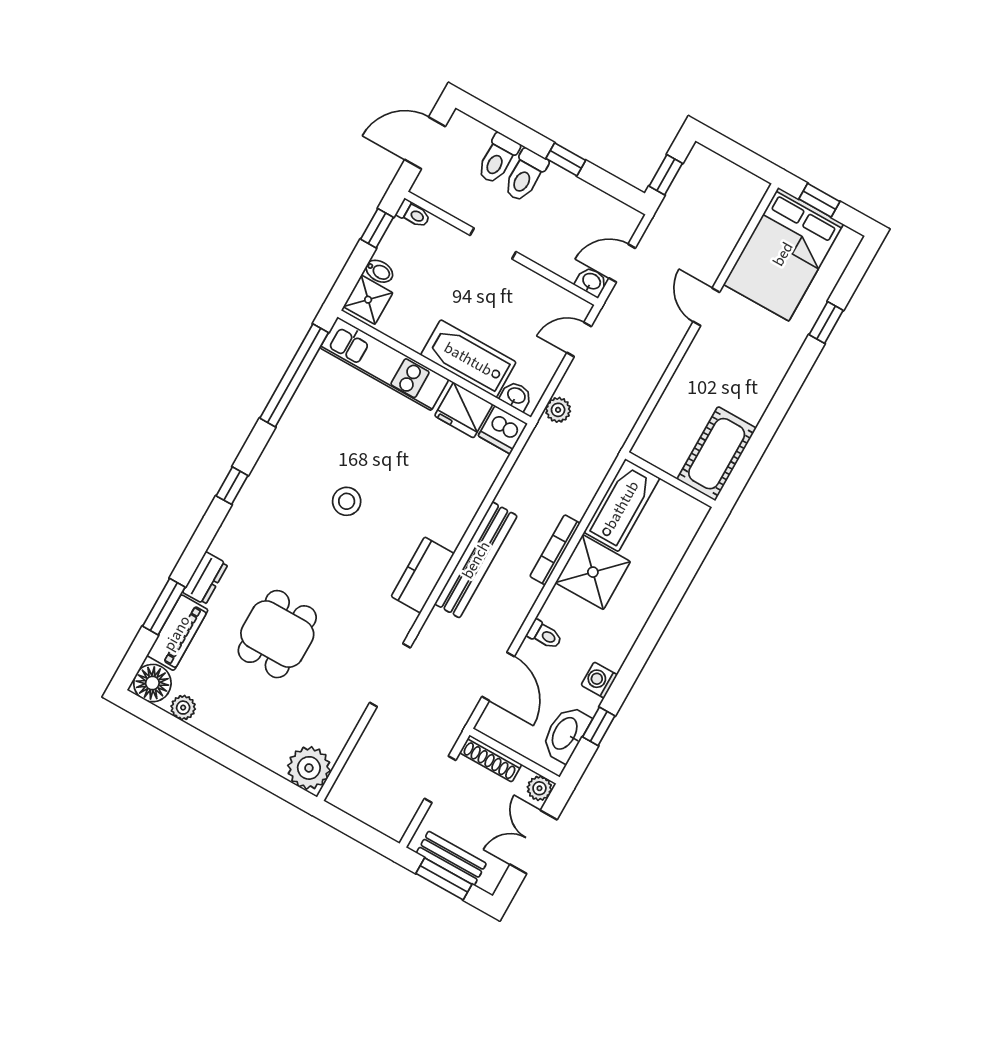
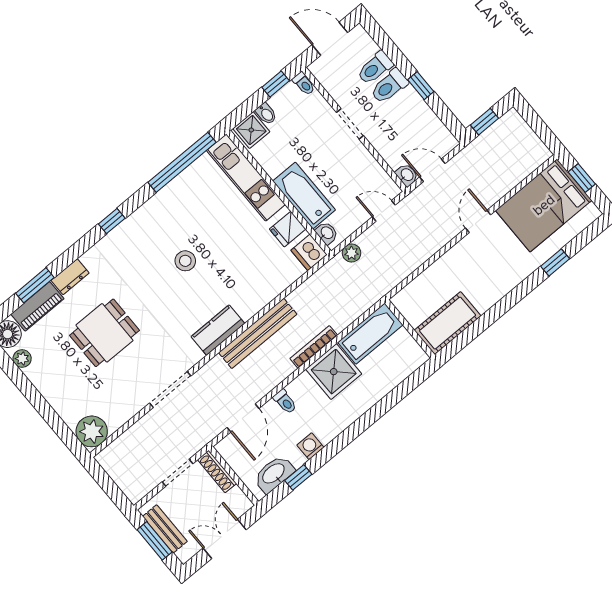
fridge: (464, 410) -> (288, 229), width x0.72
plant: (539, 788) -> (242, 504), removed

